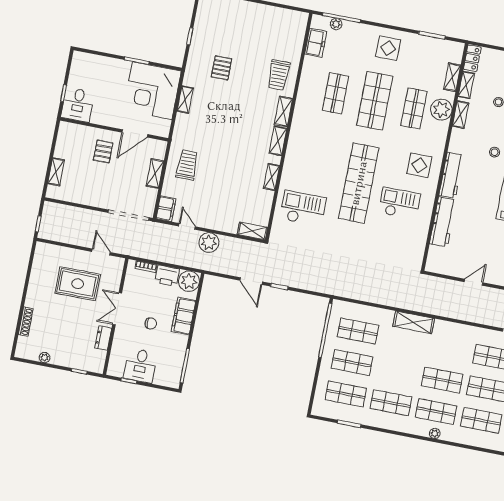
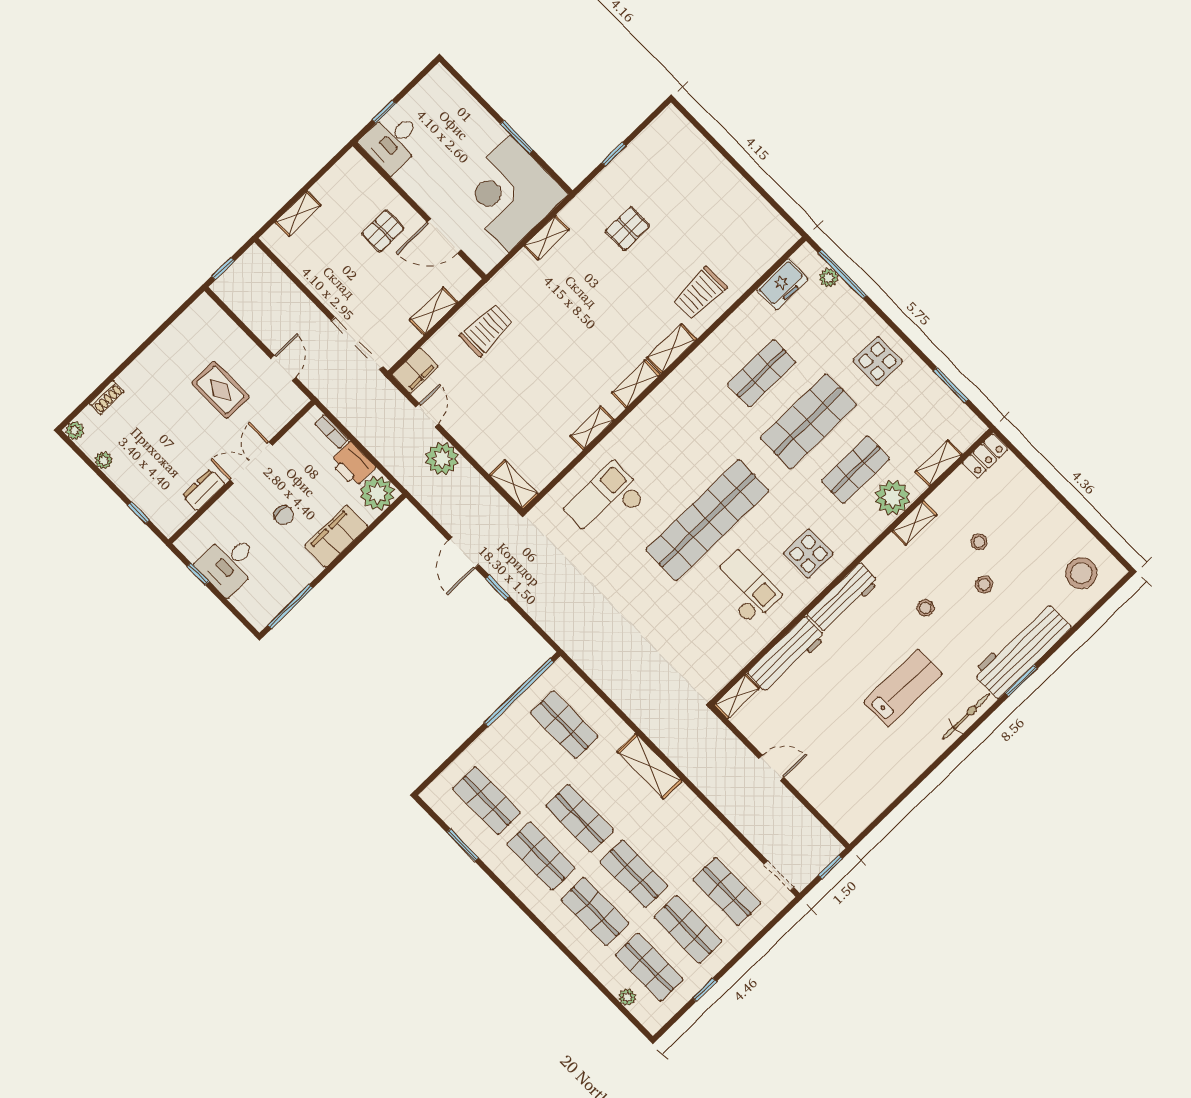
shelving: (466, 85) -> (737, 696), moved
checkout: (303, 208) -> (606, 502), turned -90
rug: (78, 284) -> (220, 390), width x0.73, depth x0.70
shoe rack: (26, 322) -> (107, 398), width x0.70
plant: (20, 353) -> (75, 430), added
shop shelf: (352, 362) -> (580, 818), moved
plant: (435, 433) -> (627, 997), moved

